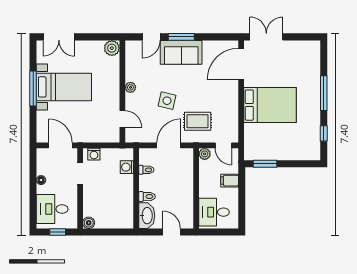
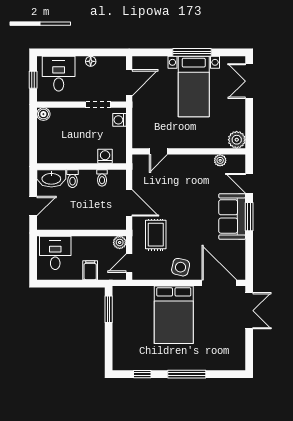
plant: (130, 87) -> (220, 160), moved
side table: (167, 101) -> (181, 267), moved

